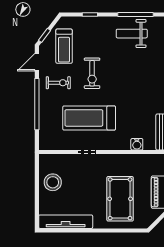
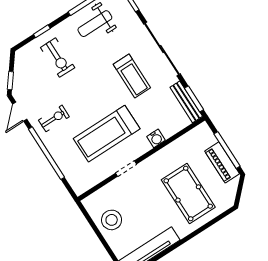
treadmill: (64, 46) -> (132, 76), moved
exercise bike: (92, 73) -> (58, 58), moved
water cooler: (137, 144) -> (156, 138), moved

